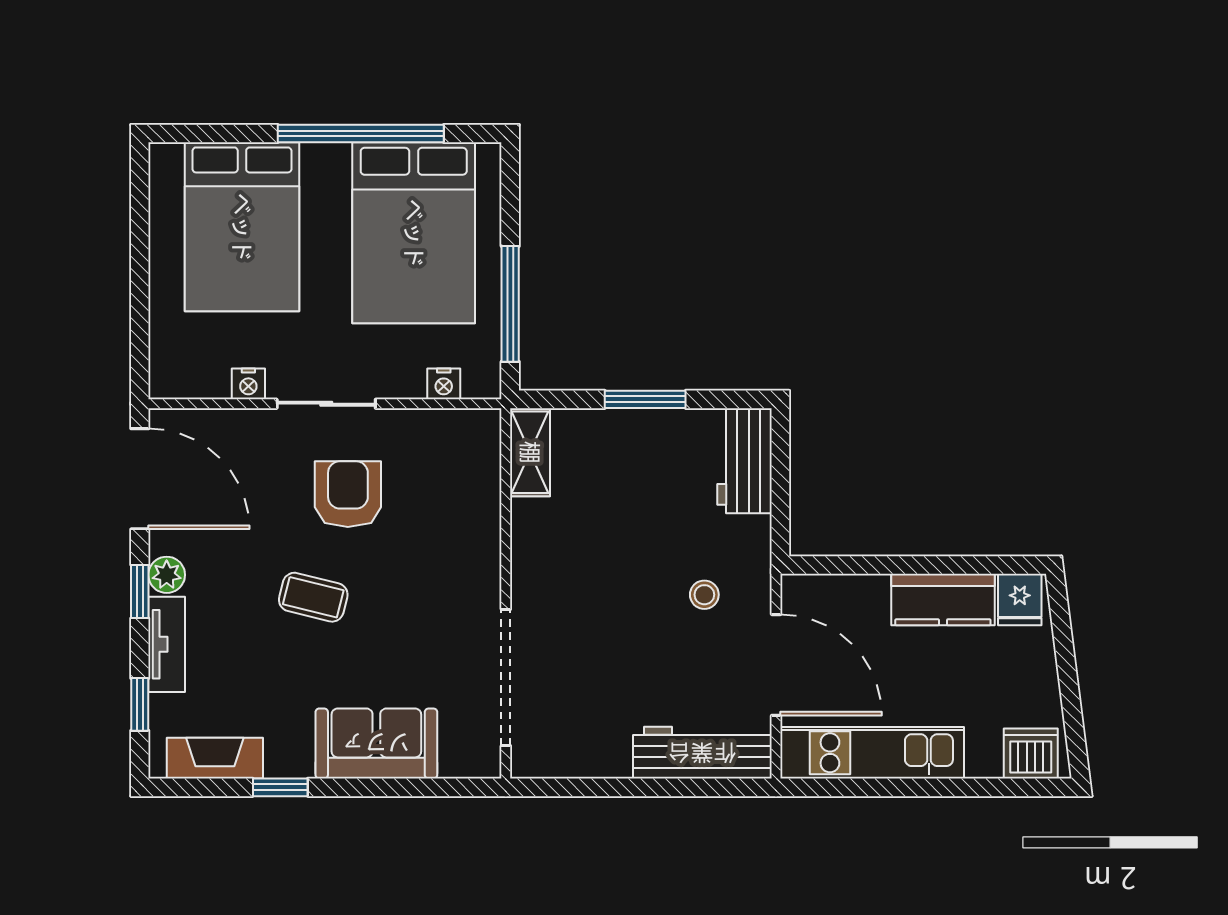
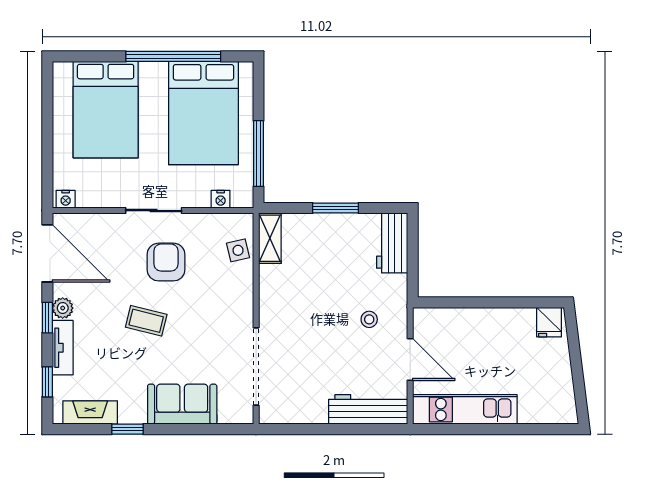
nightstand: (248, 384) -> (66, 199), moved
side table: (474, 474) -> (238, 250), added
kitchen counter: (943, 600) -> (505, 322), removed
door: (776, 665) -> (410, 359), width x0.73
dishwasher: (1031, 753) -> (555, 410), removed

